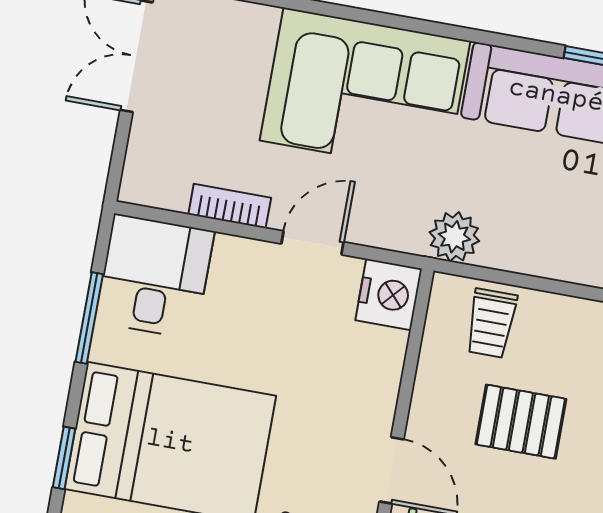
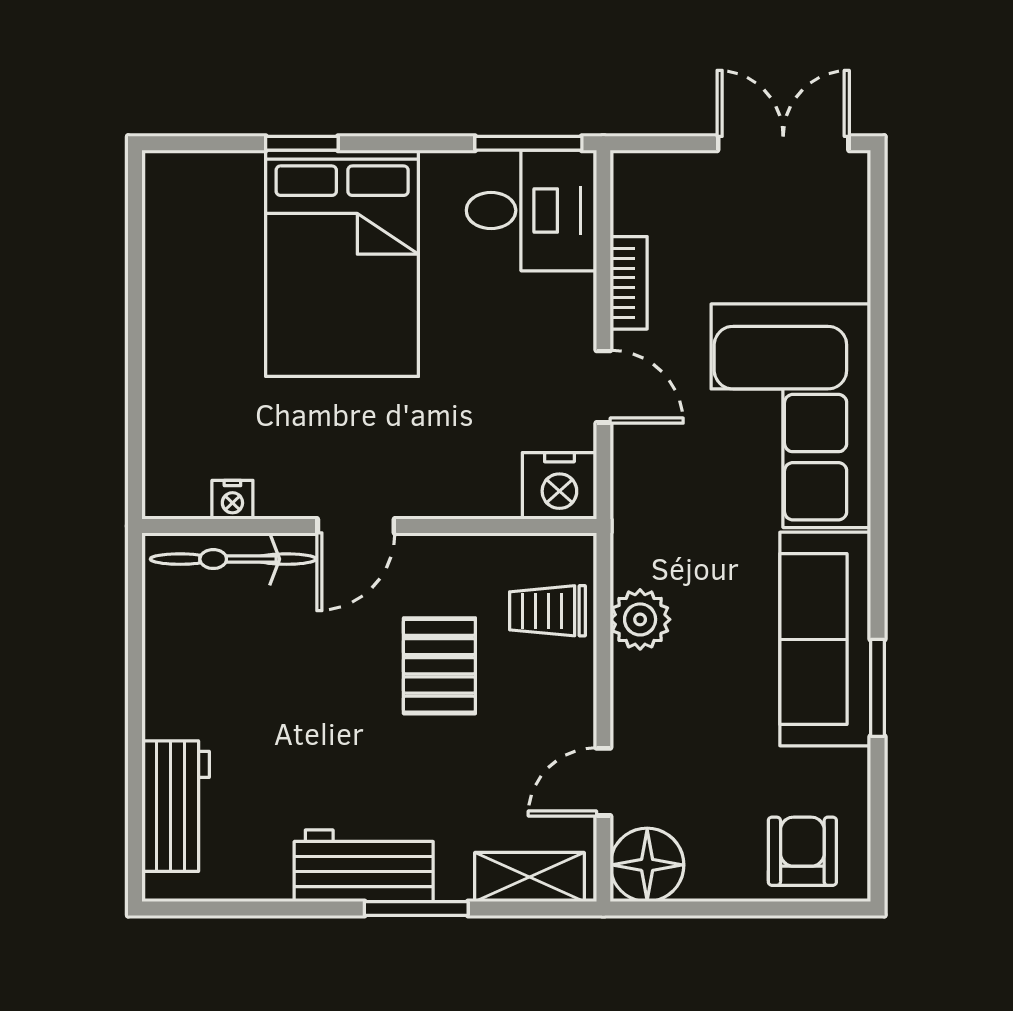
plant: (454, 237) -> (640, 619), moved
window: (89, 318) -> (528, 143), moved

